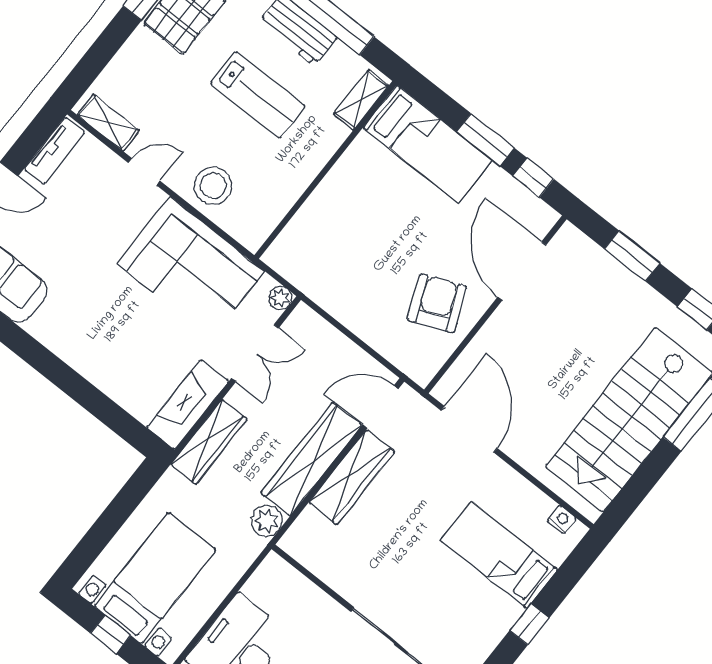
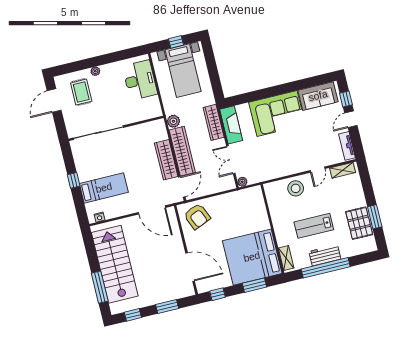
window: (486, 140) -> (255, 285), moved
bed: (428, 144) -> (252, 257), width x2.04
corner sofa: (191, 267) -> (277, 114), moved, turned 180
armchair: (437, 303) -> (197, 216), moved

